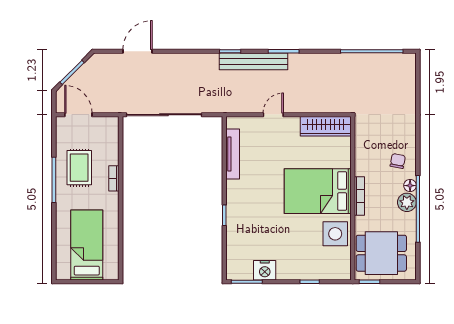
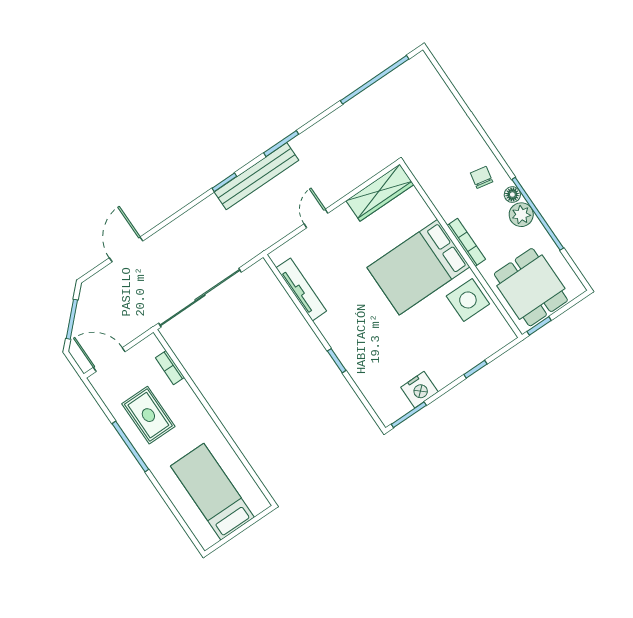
bookcase: (114, 178) -> (170, 368), moved
dining table: (381, 253) -> (531, 287), turned 90

